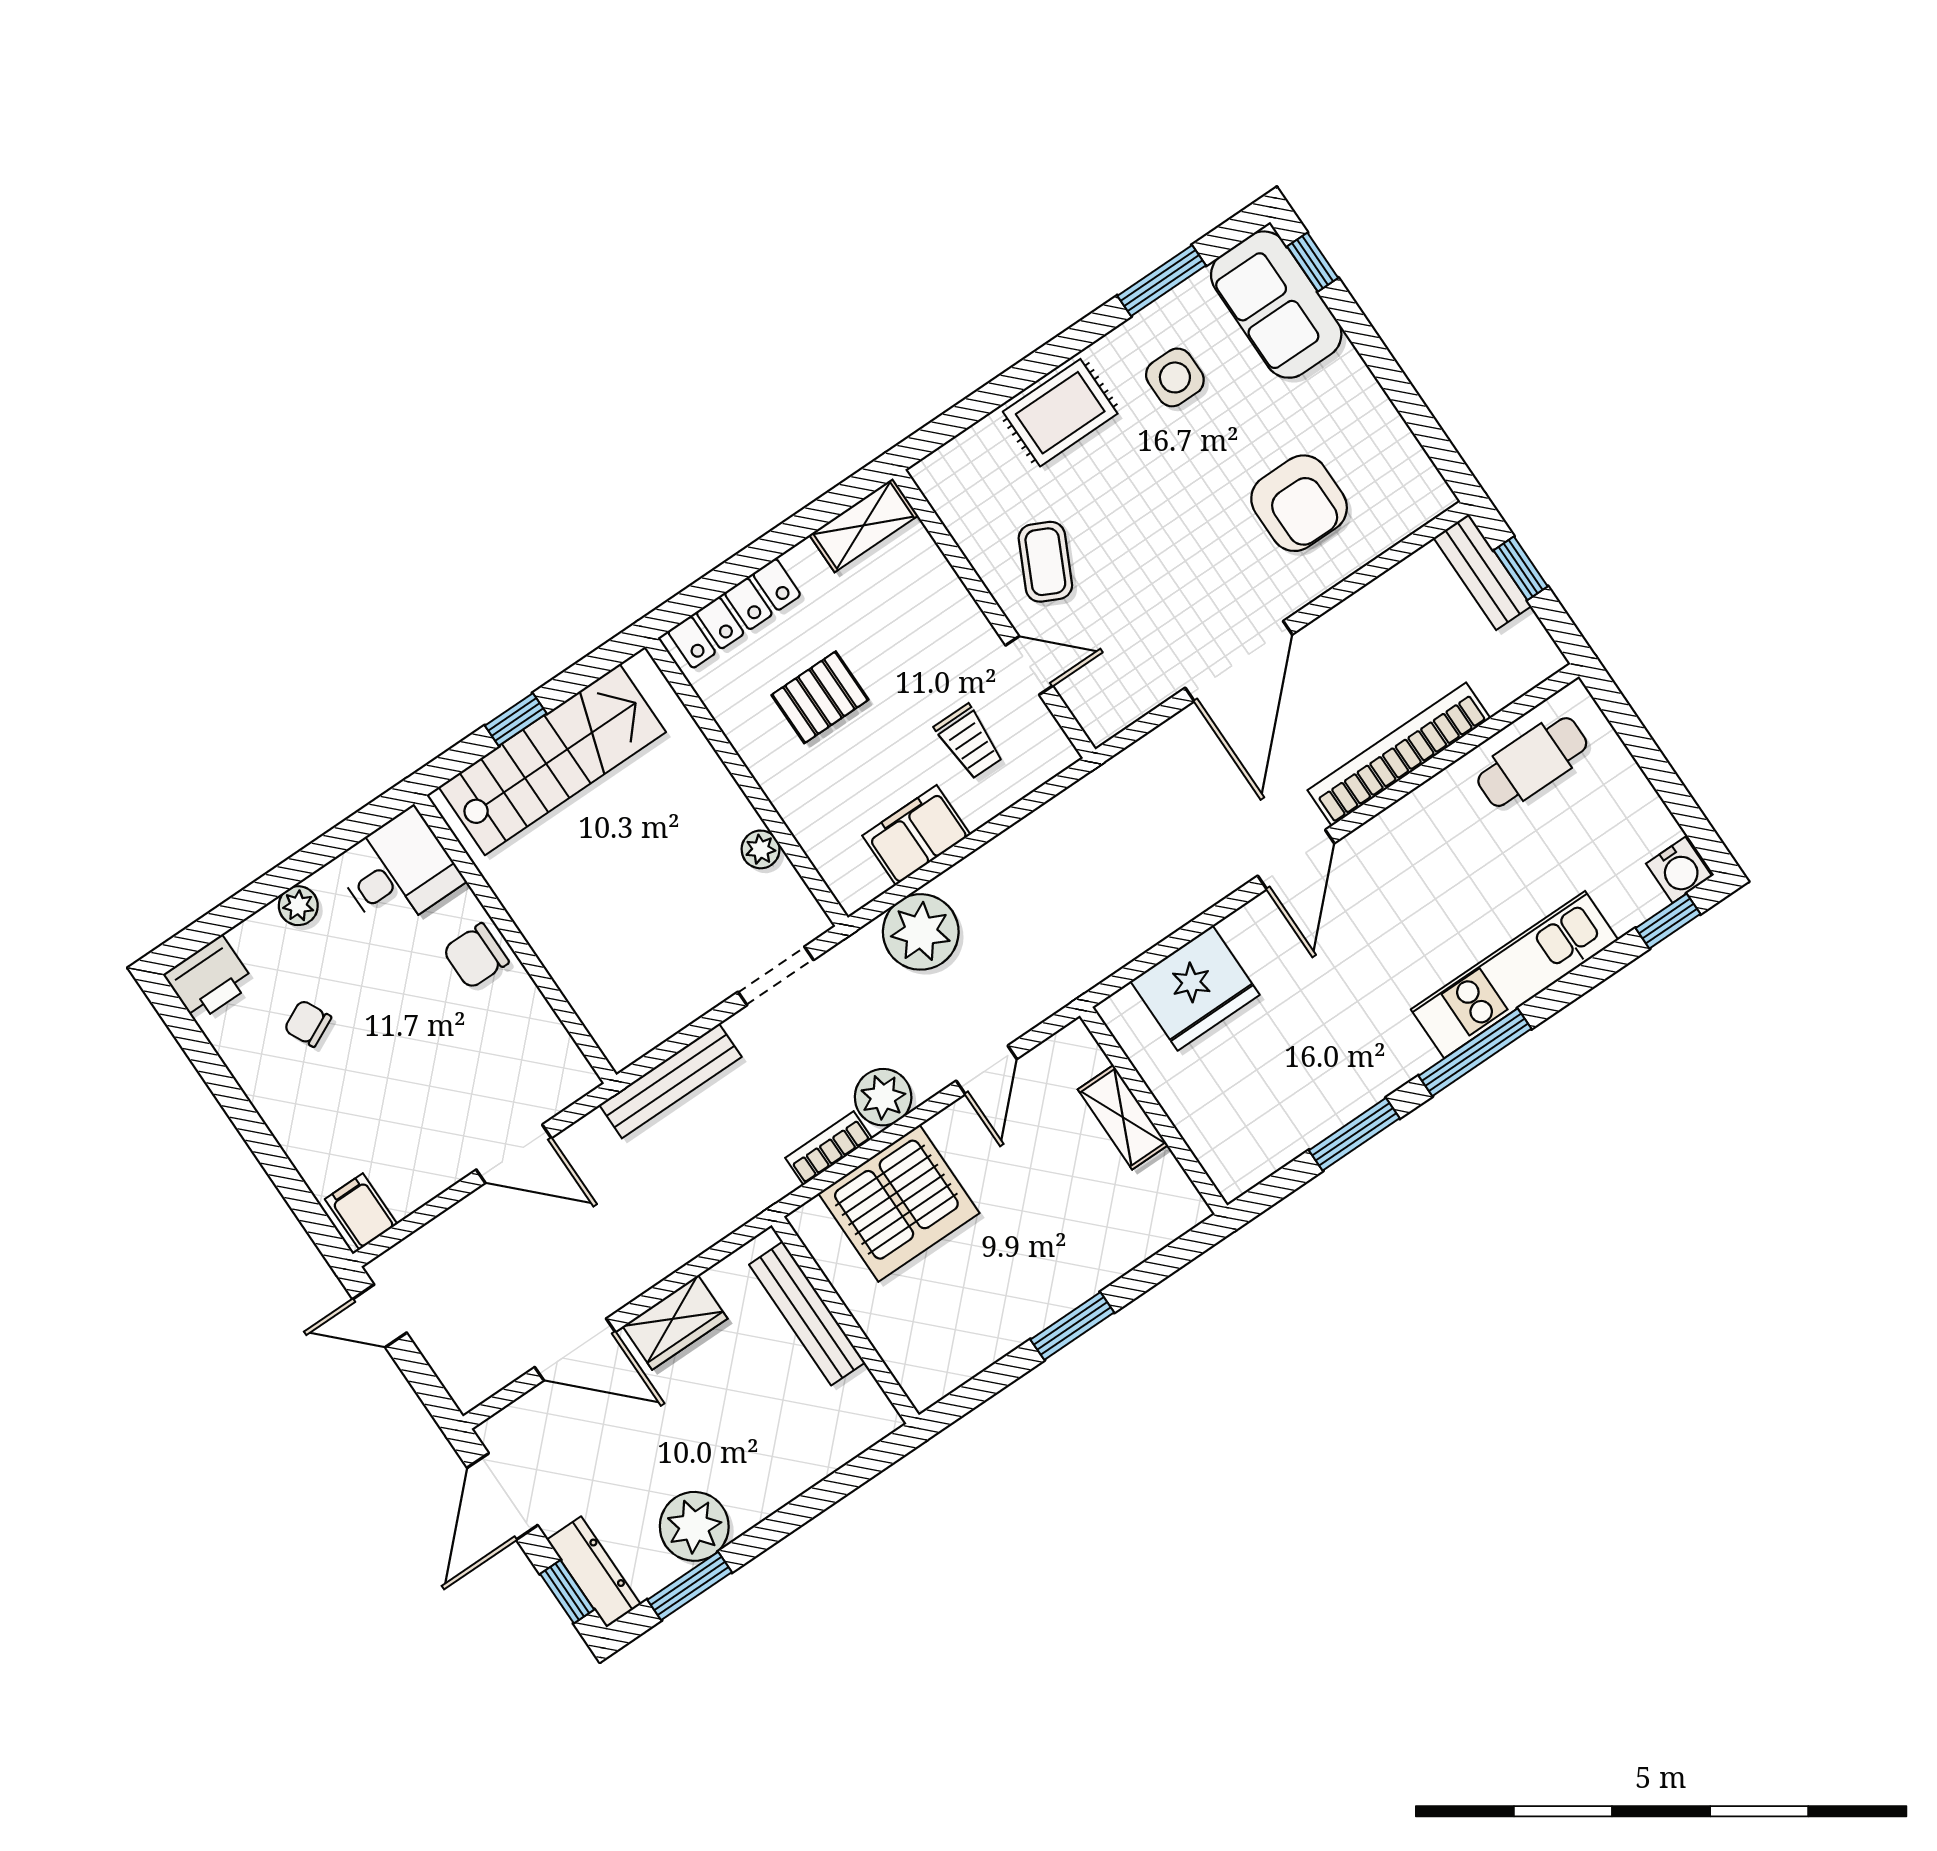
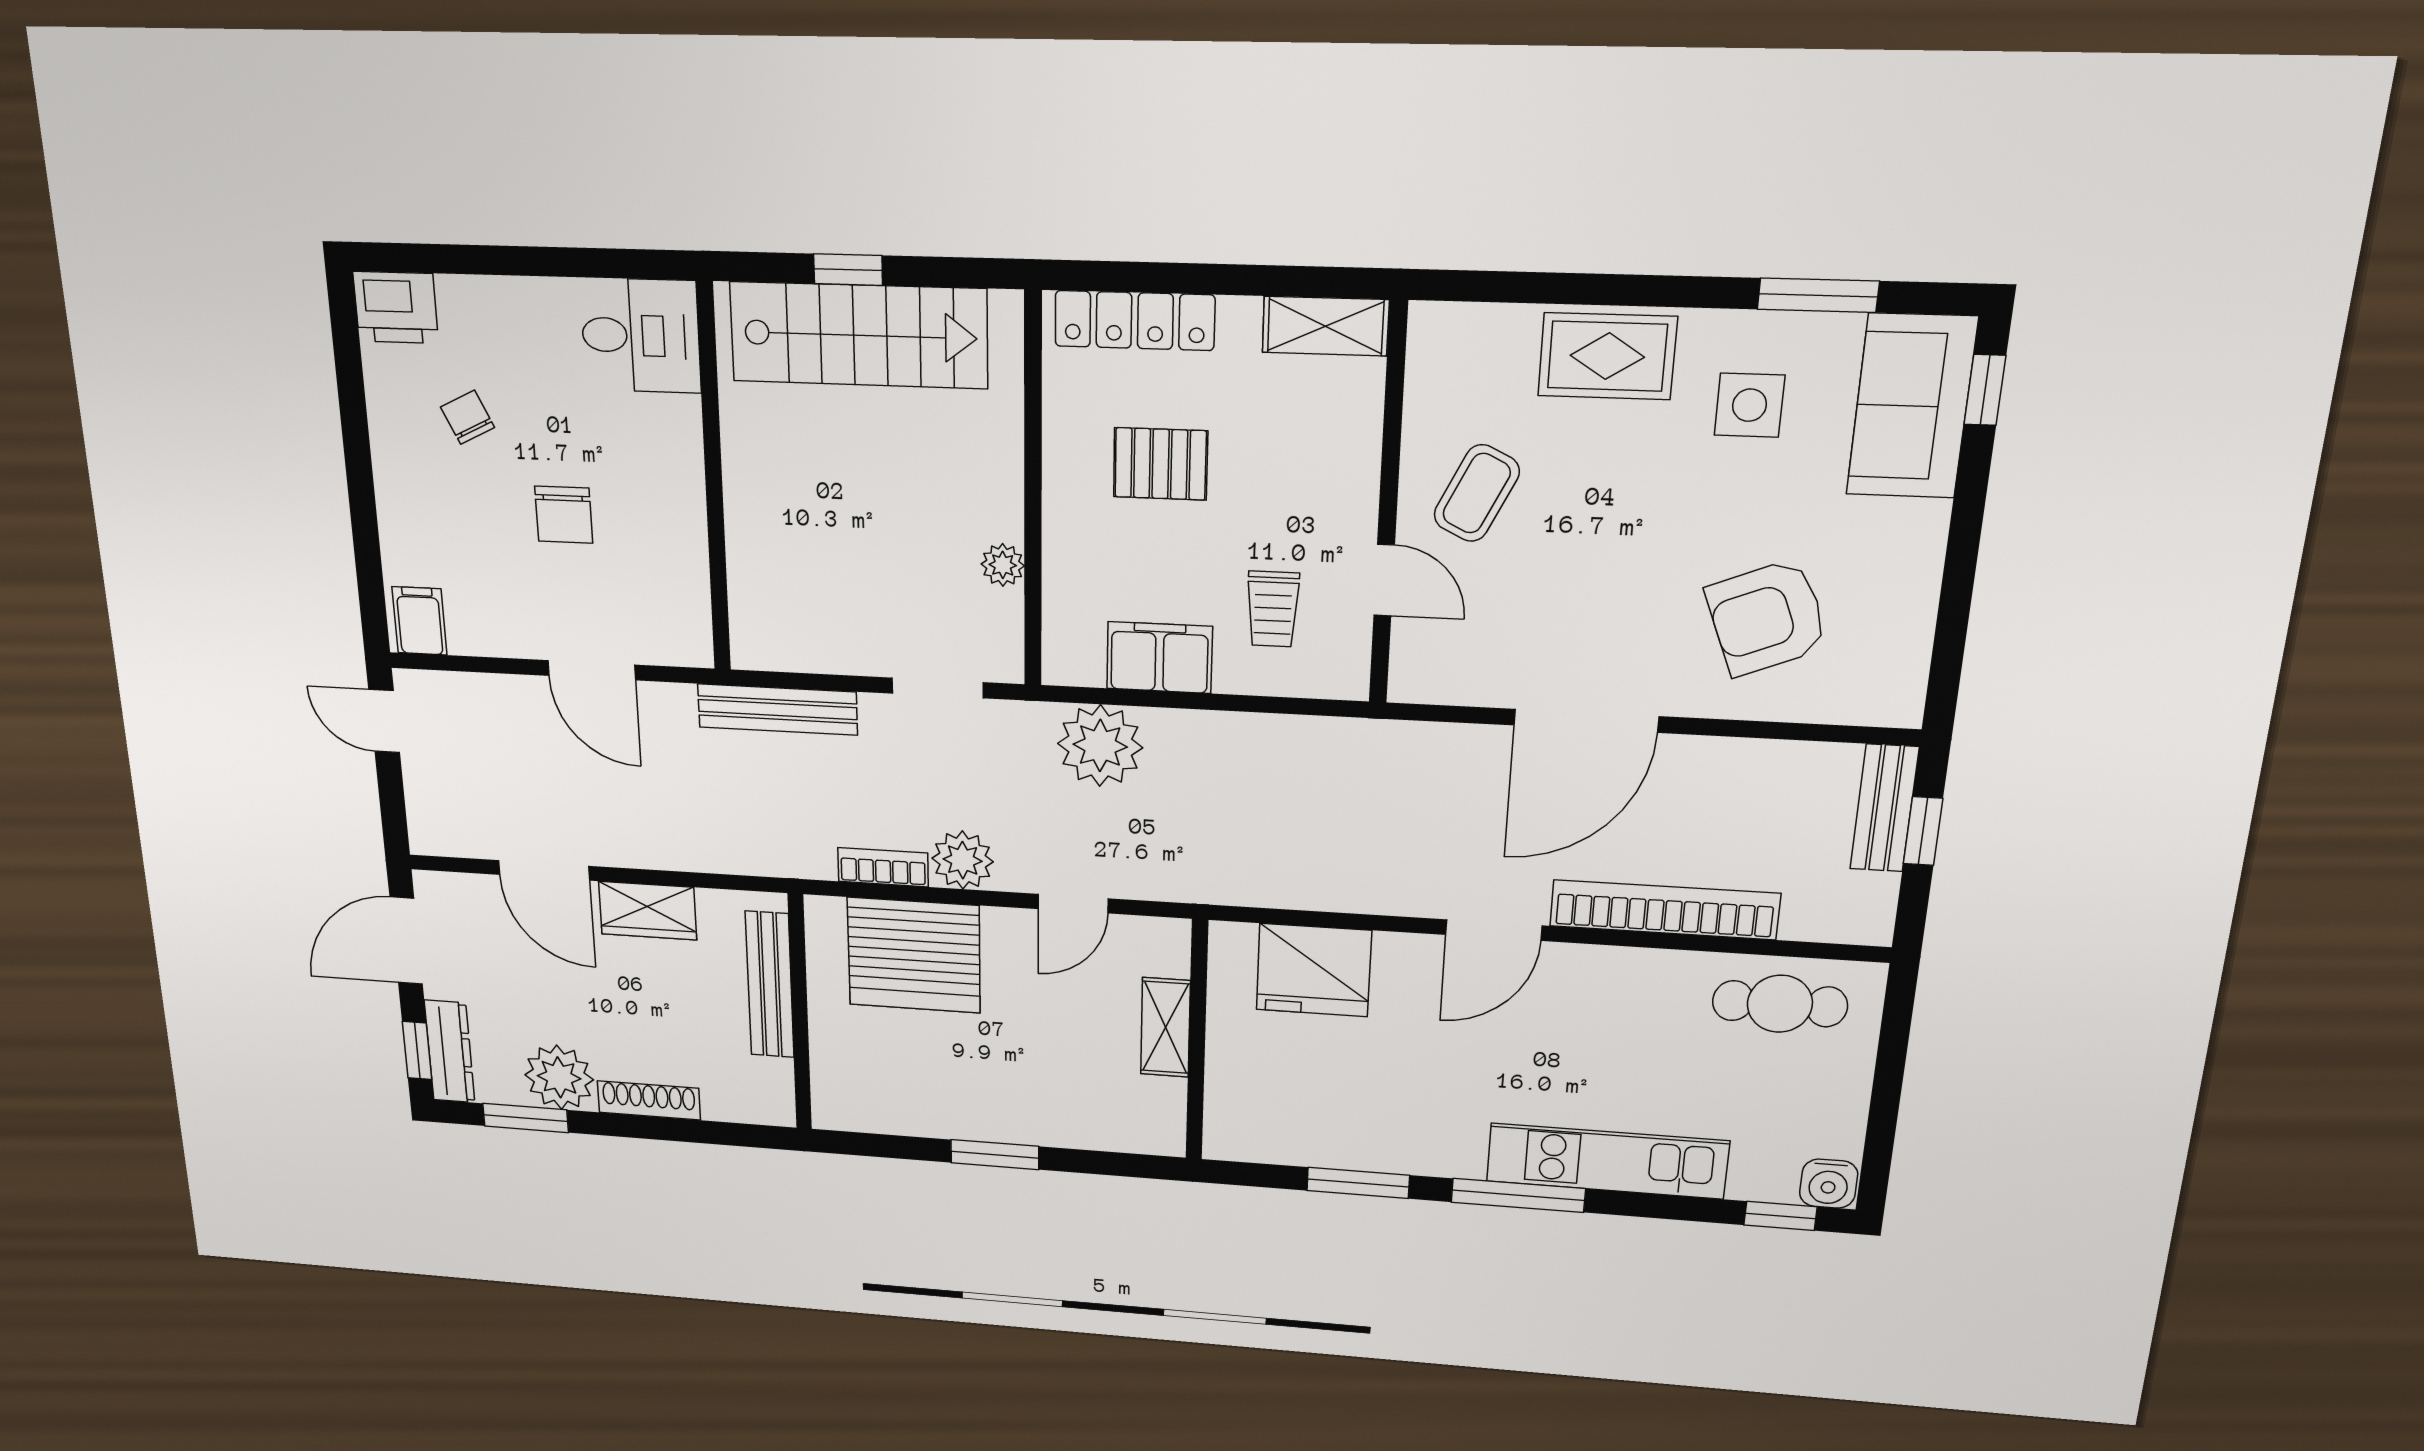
armchair: (1299, 503) -> (1767, 618), turned 68
plant: (298, 906) -> (523, 299), removed
chair: (476, 956) -> (564, 515), moved, turned -90
shoe rack: (777, 1491) -> (649, 1100), added

